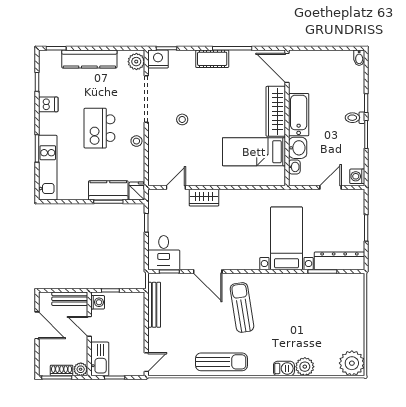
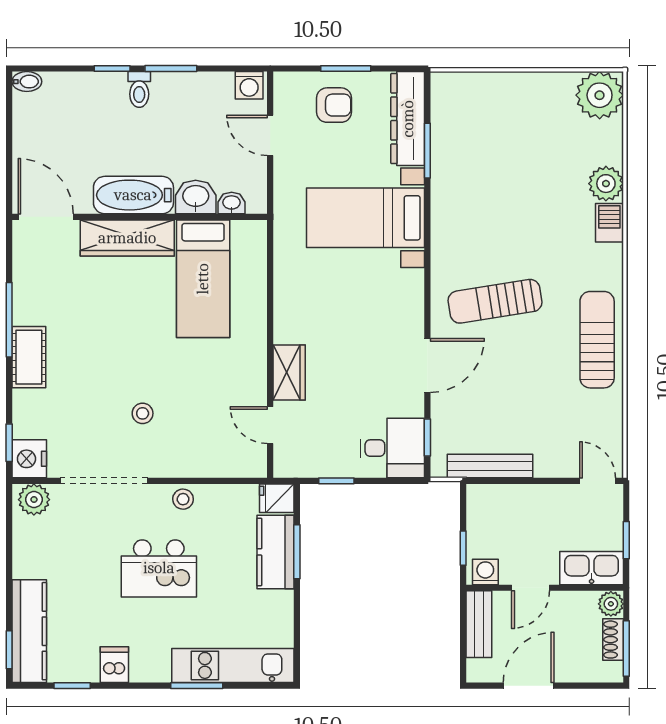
kitchen counter: (89, 59) -> (29, 631), moved
door: (287, 68) -> (46, 217), swing flipped
armchair: (347, 222) -> (334, 105), added

